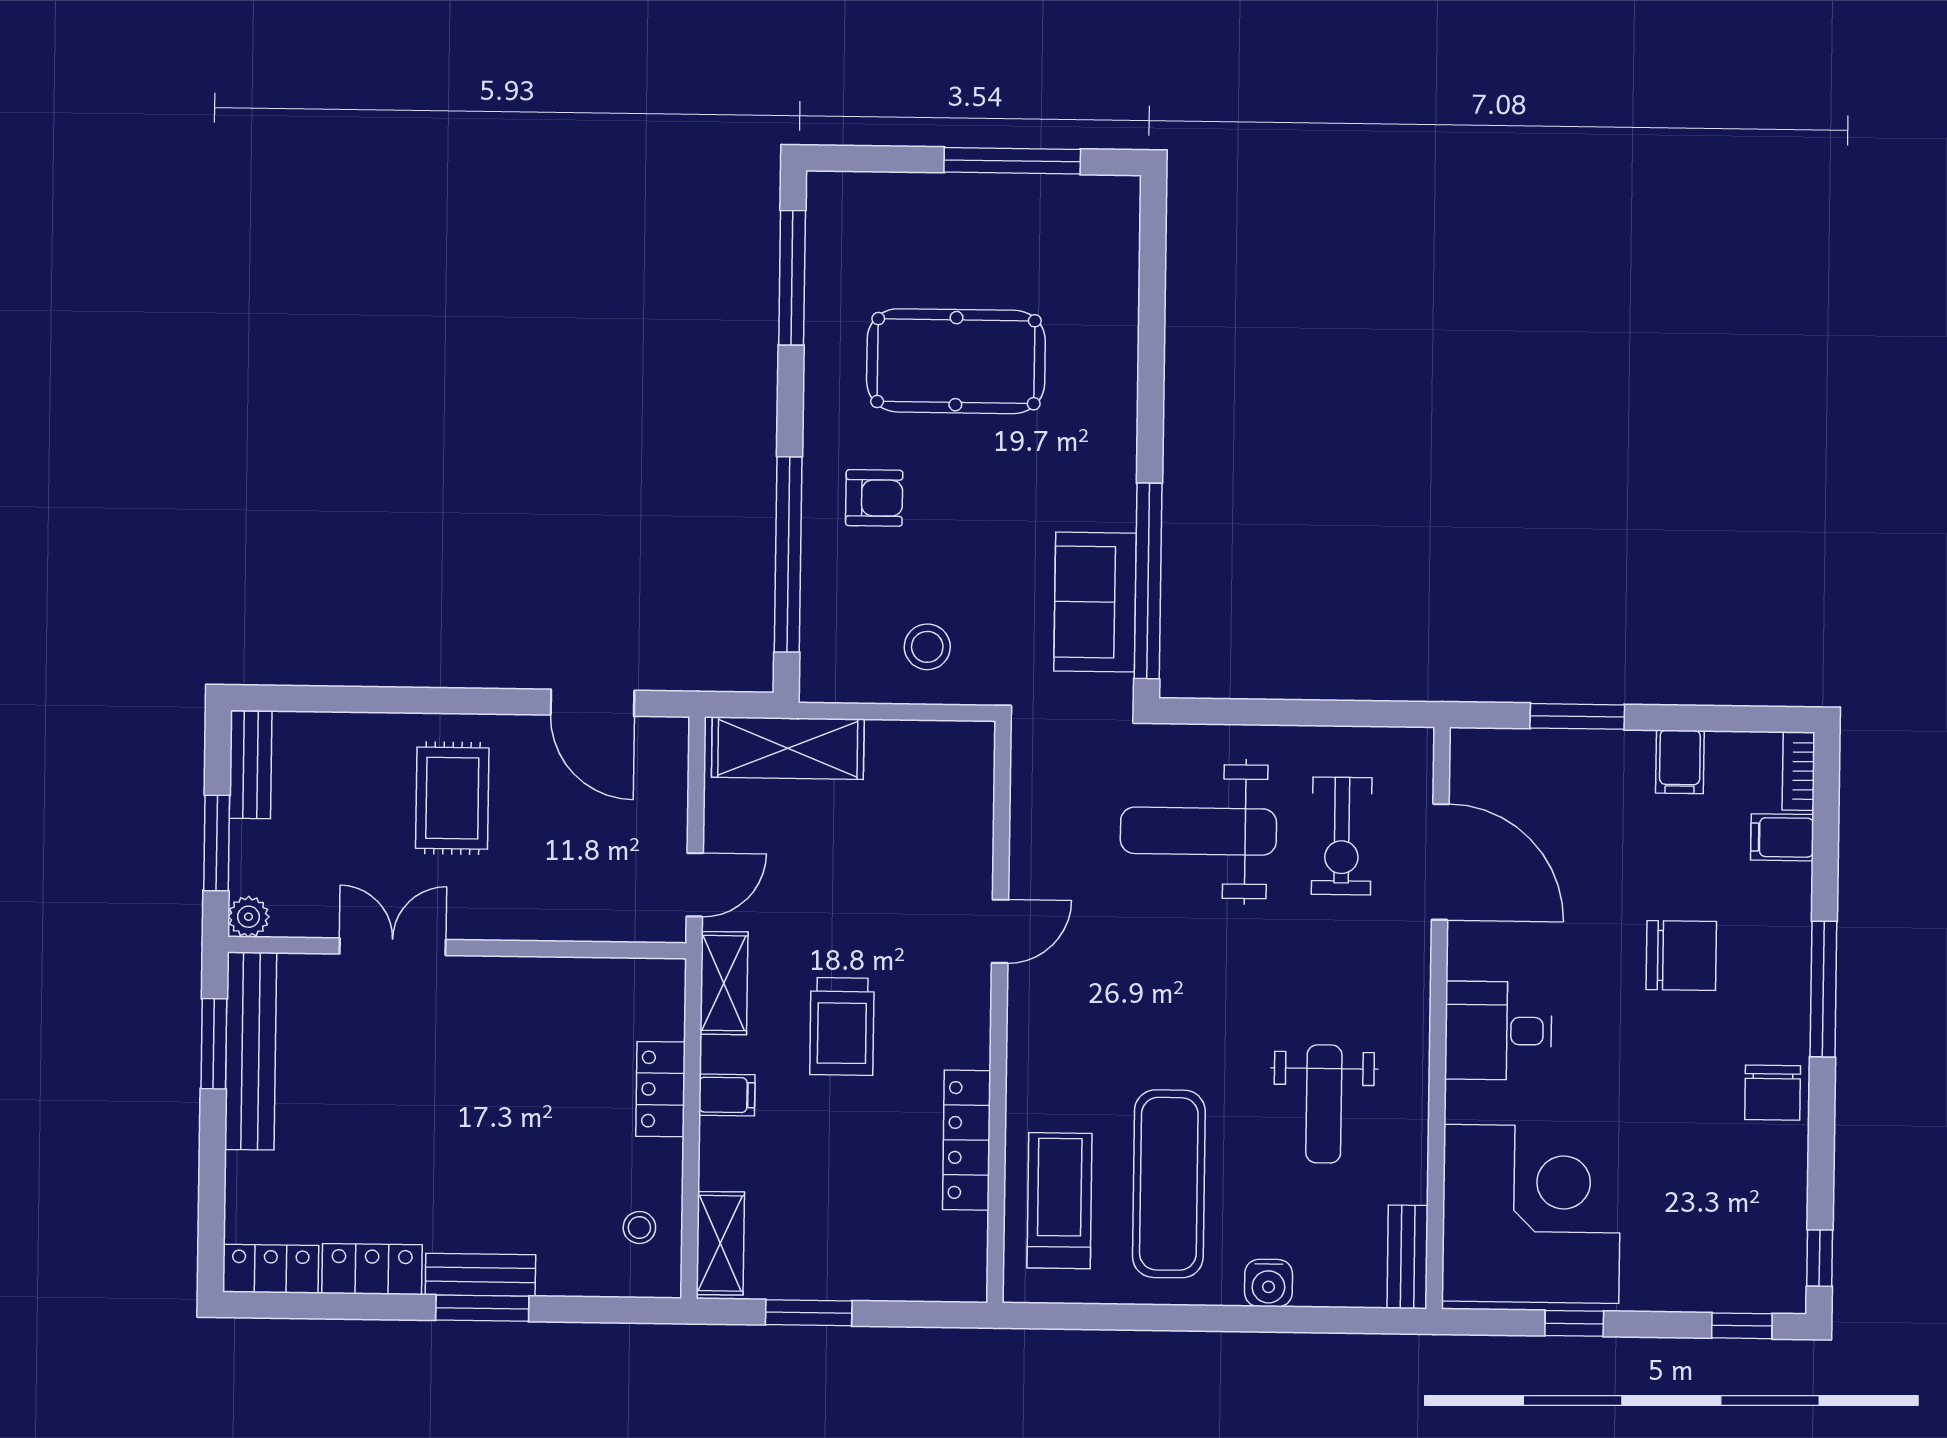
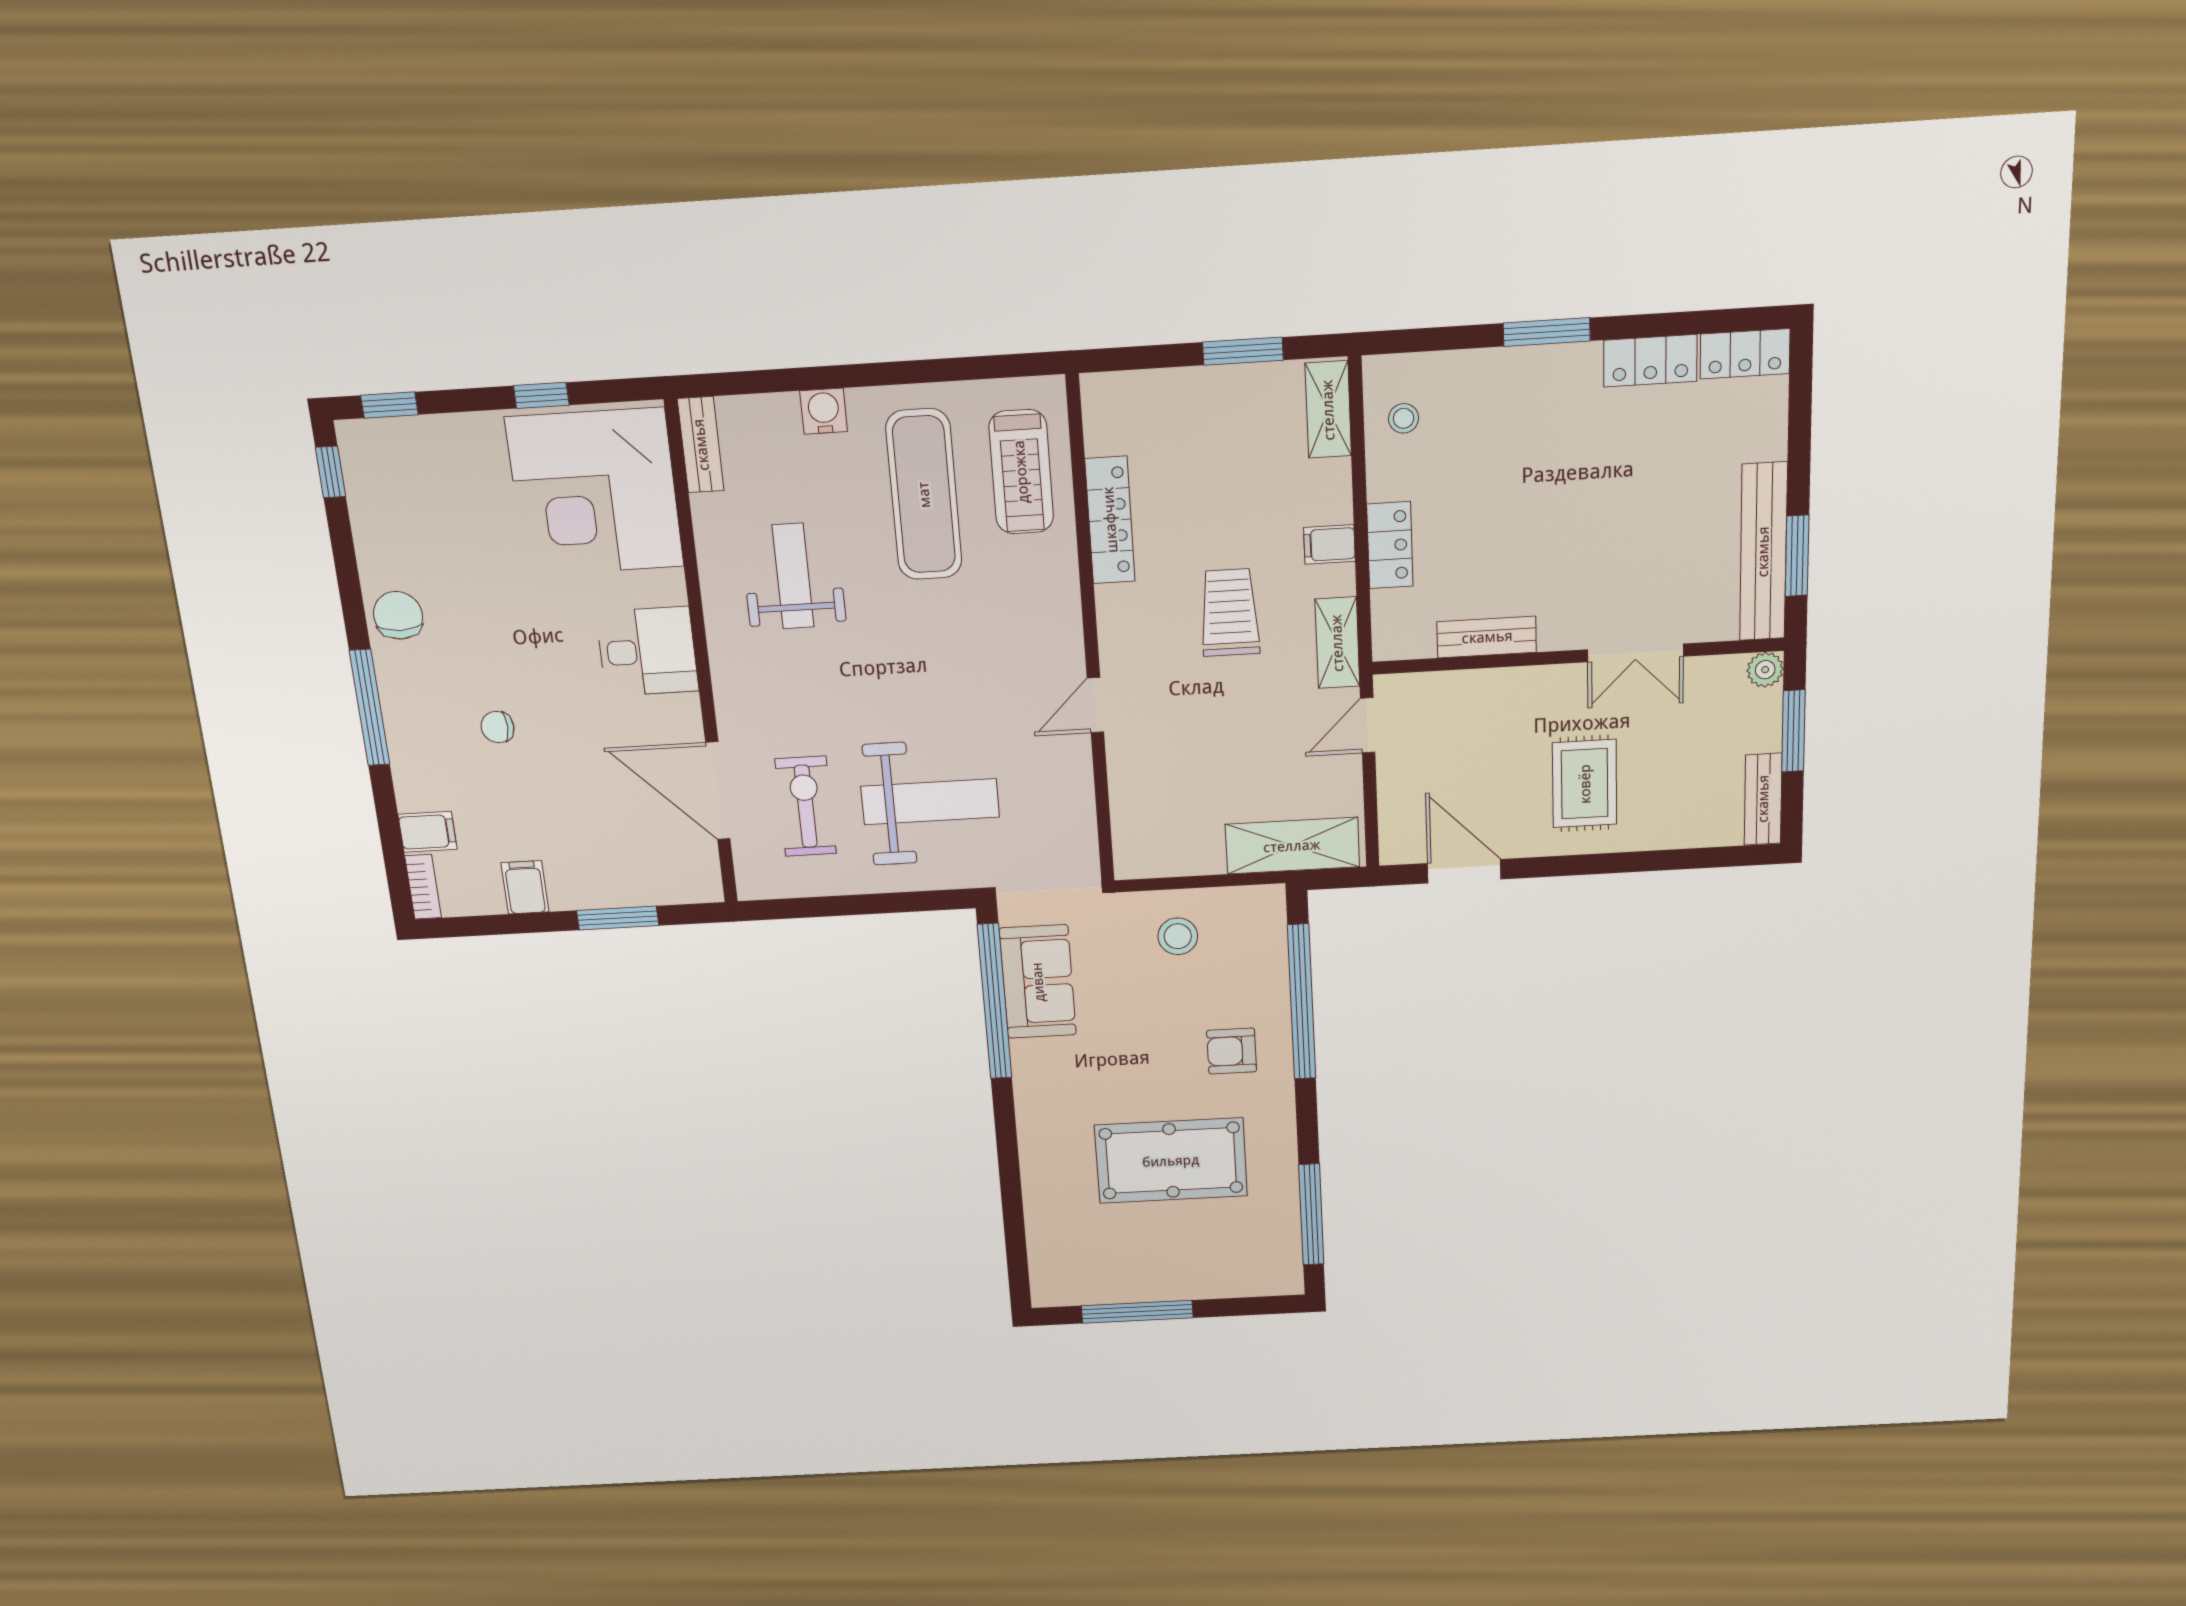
chair: (1681, 956) -> (498, 727), width x0.54, depth x0.54
bench: (480, 1275) -> (1487, 637), moved

